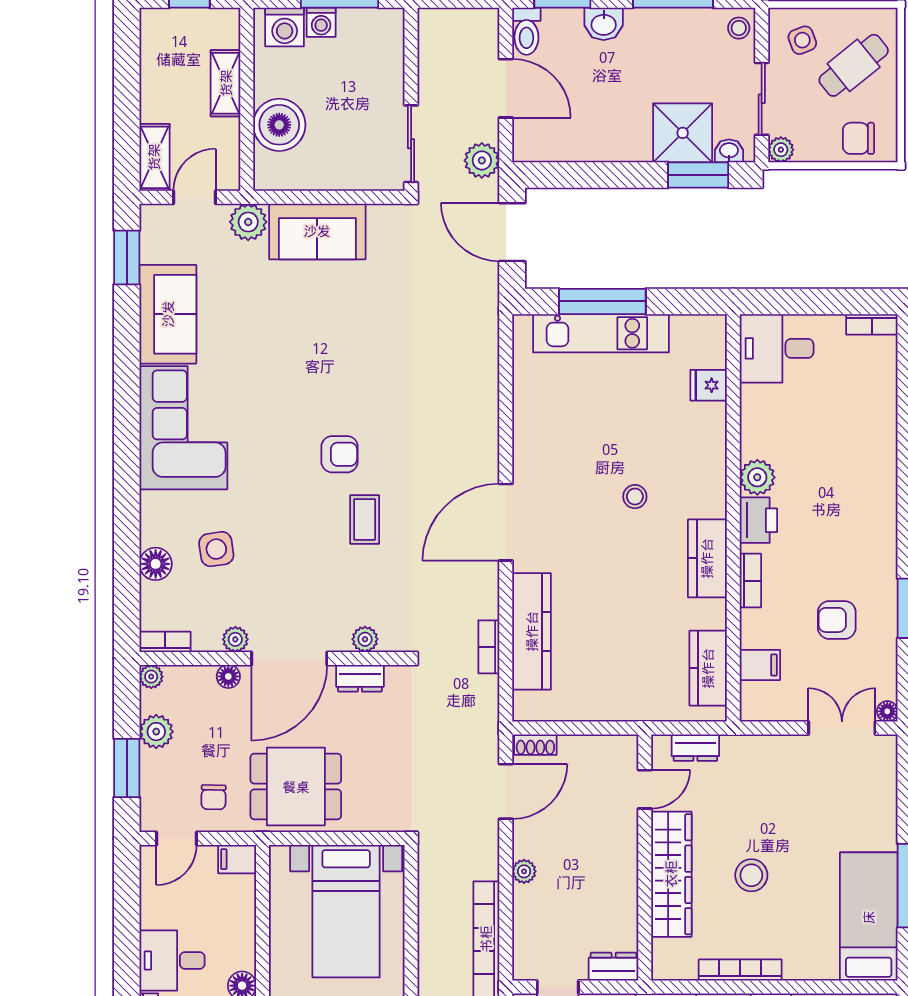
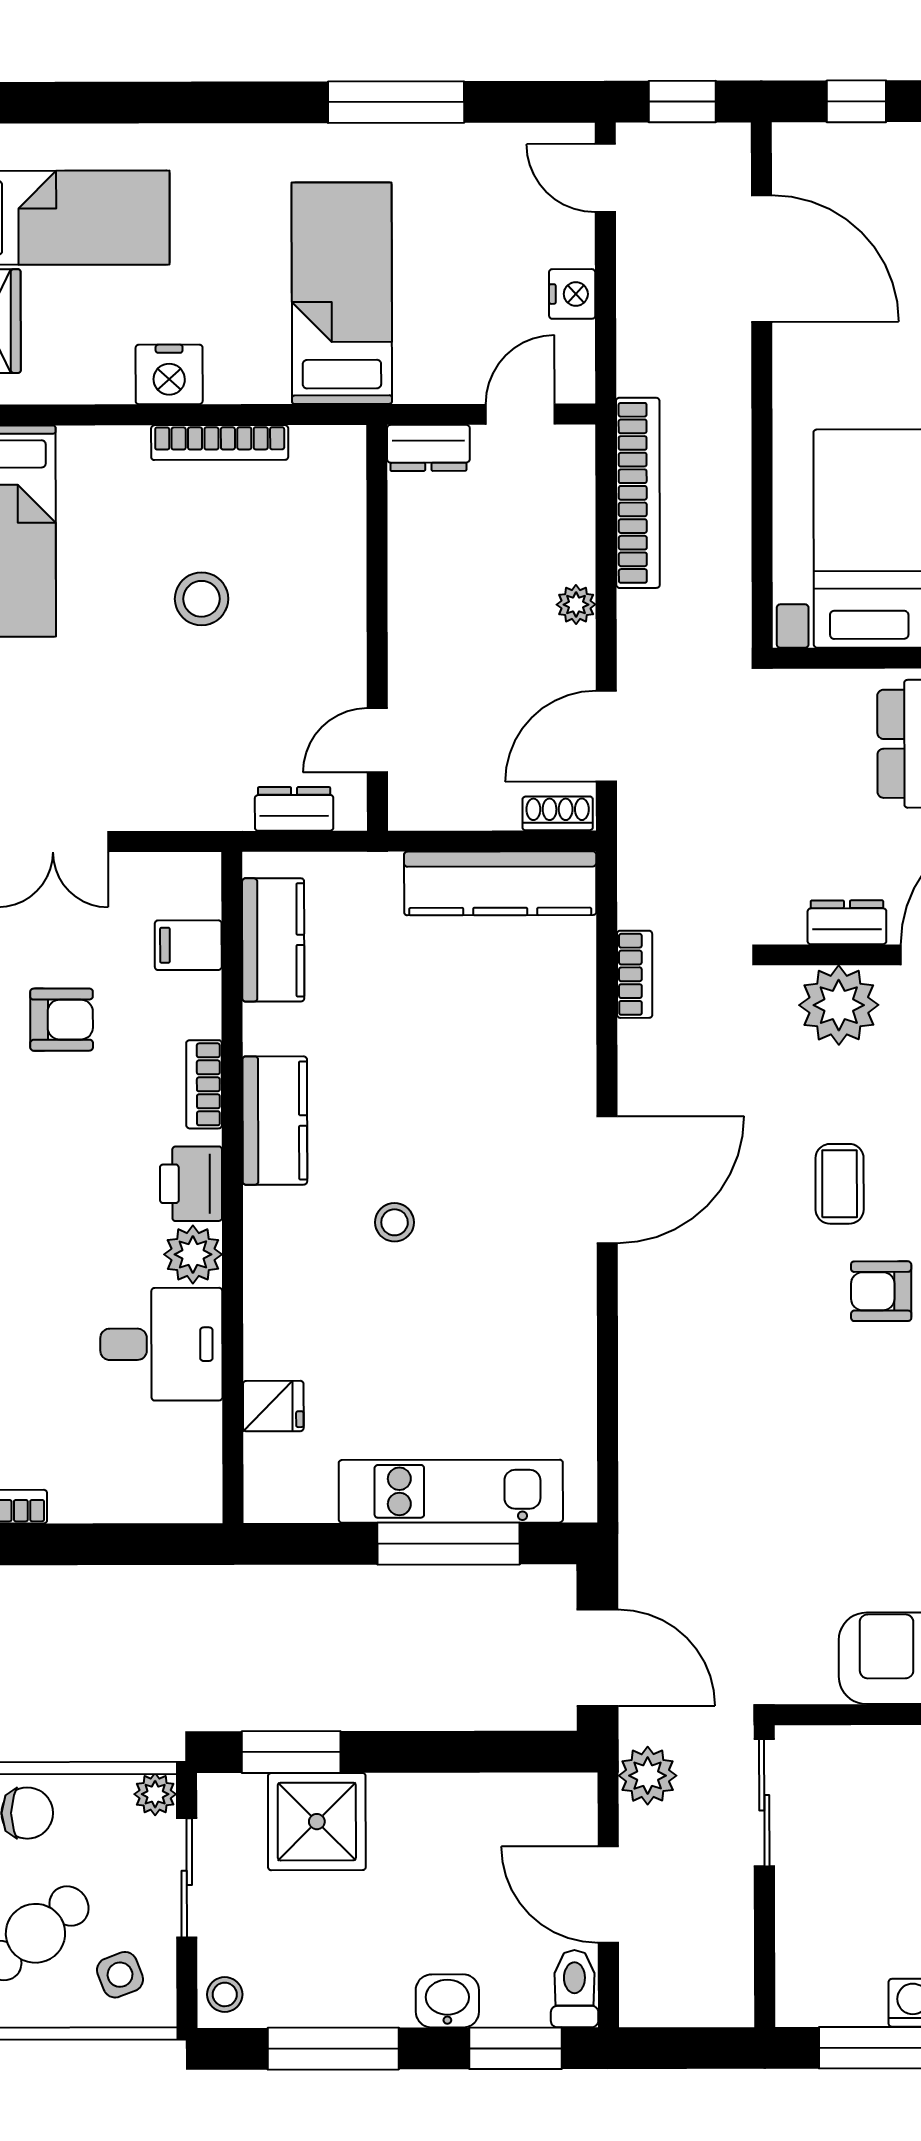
washbasin: (729, 151) -> (240, 1792), removed
desk: (777, 348) -> (161, 1344), moved
kitchen counter: (532, 631) -> (500, 883), moved, turned -90
plant: (365, 639) -> (839, 1005), width x1.87, depth x1.87
wardrobe: (671, 874) -> (333, 600), removed

